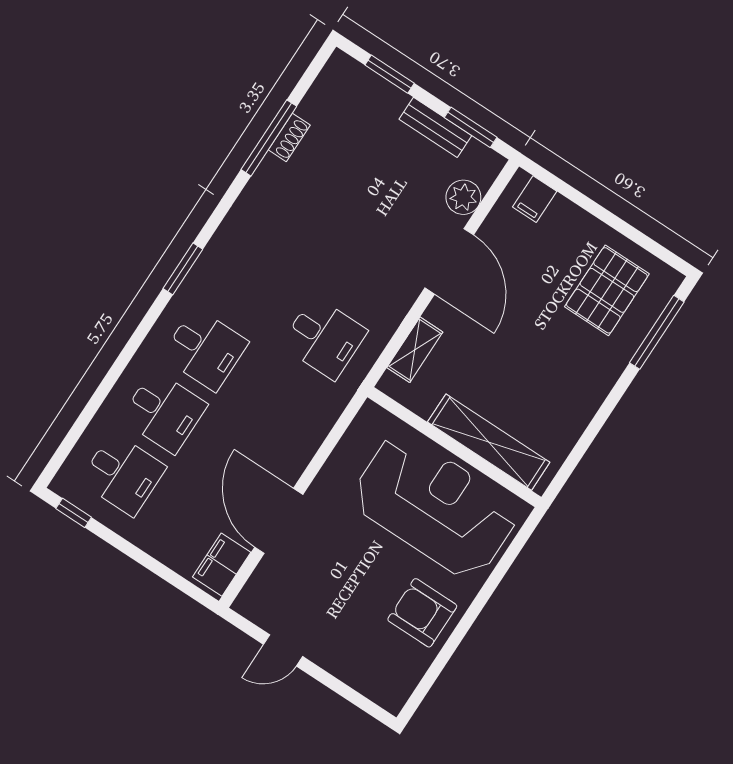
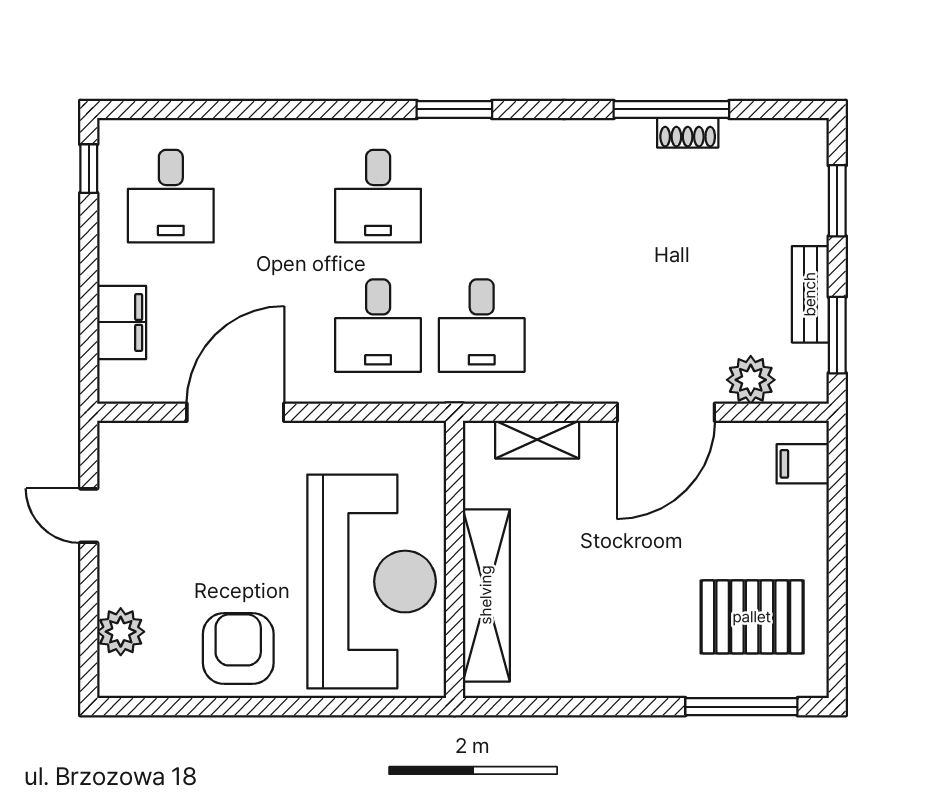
desk: (164, 412) -> (378, 326), moved
filing cabinet: (222, 565) -> (122, 322), moved, turned 90
plant: (366, 677) -> (121, 632), added

